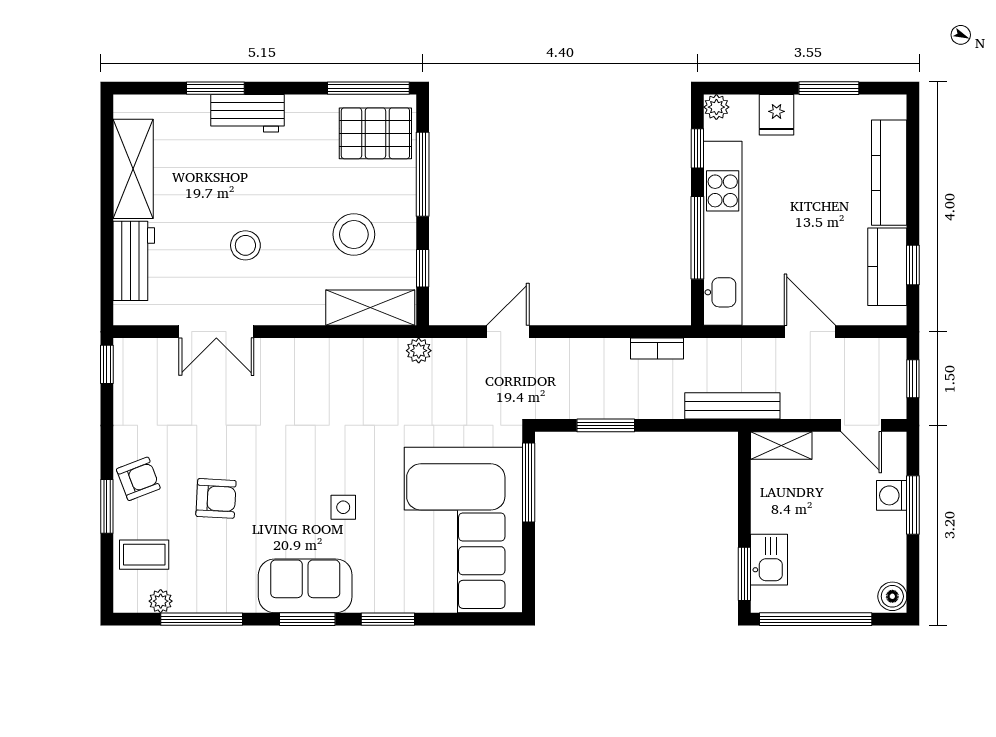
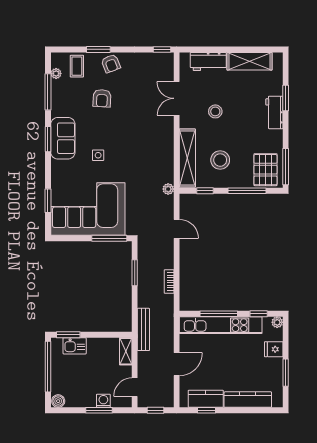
shelving: (370, 308) -> (187, 158), width x1.47
bookcase: (657, 349) -> (169, 281), moved
window: (388, 619) -> (48, 201), moved

